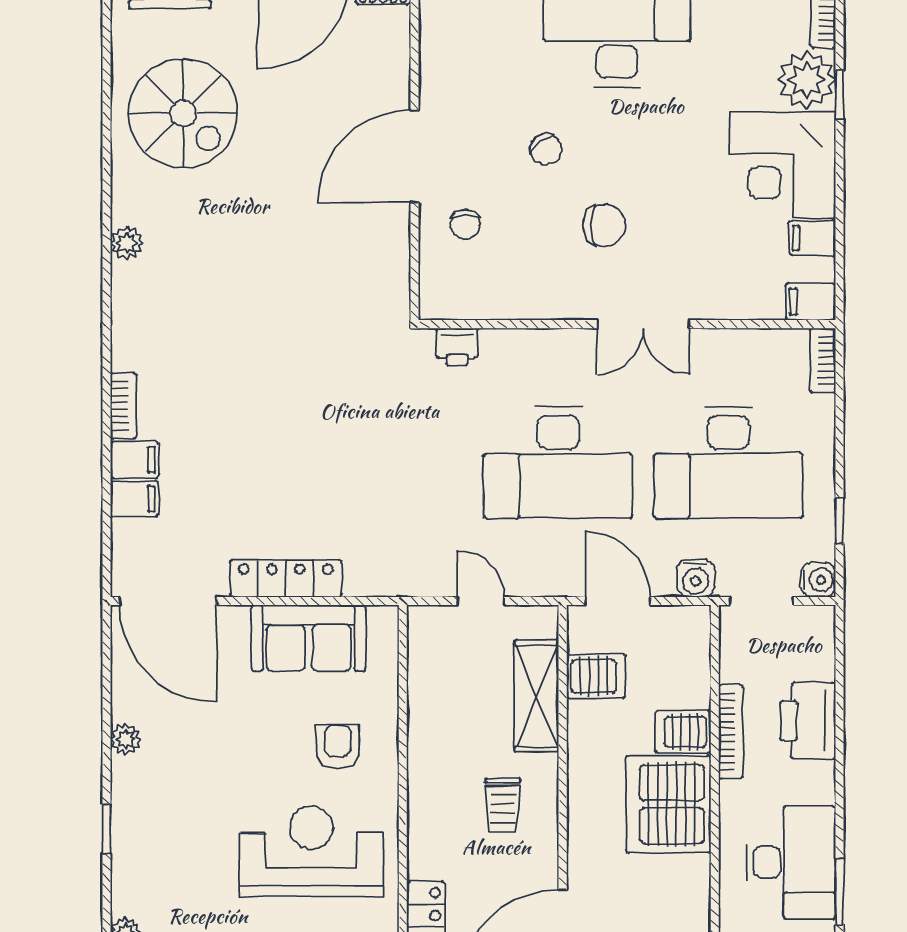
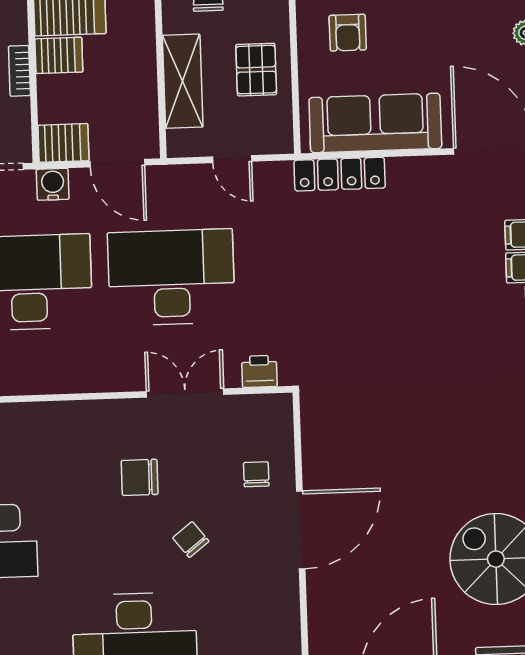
double door: (643, 324) -> (185, 393), moved
locker: (286, 578) -> (340, 174), moved
sofa: (309, 638) -> (375, 123), width x1.36
server rack: (596, 676) -> (63, 143), moved, turned 180
pallet: (448, 707) -> (256, 70), added
bookcase: (731, 732) -> (19, 71), width x0.64

